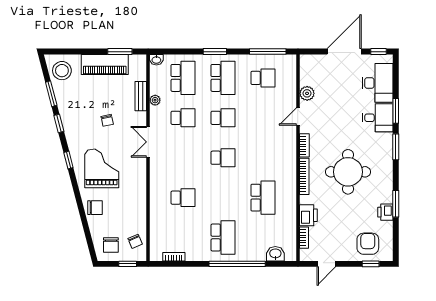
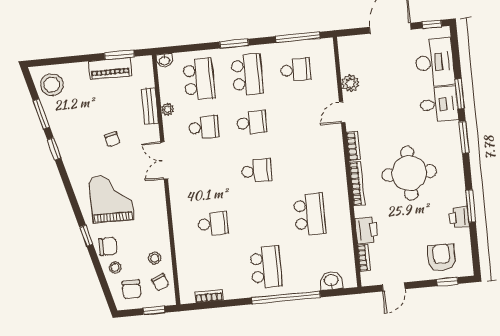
piano: (105, 65) -> (110, 68), width x0.73, depth x0.75
window: (68, 160) -> (86, 236), moved
stool: (132, 221) -> (155, 258), added
stool: (99, 226) -> (115, 267), added

